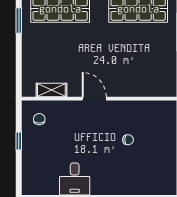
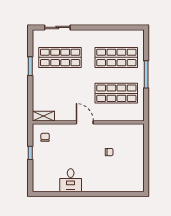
shop shelf: (138, 58) -> (116, 93), added
shelving: (51, 90) -> (43, 116), moved

